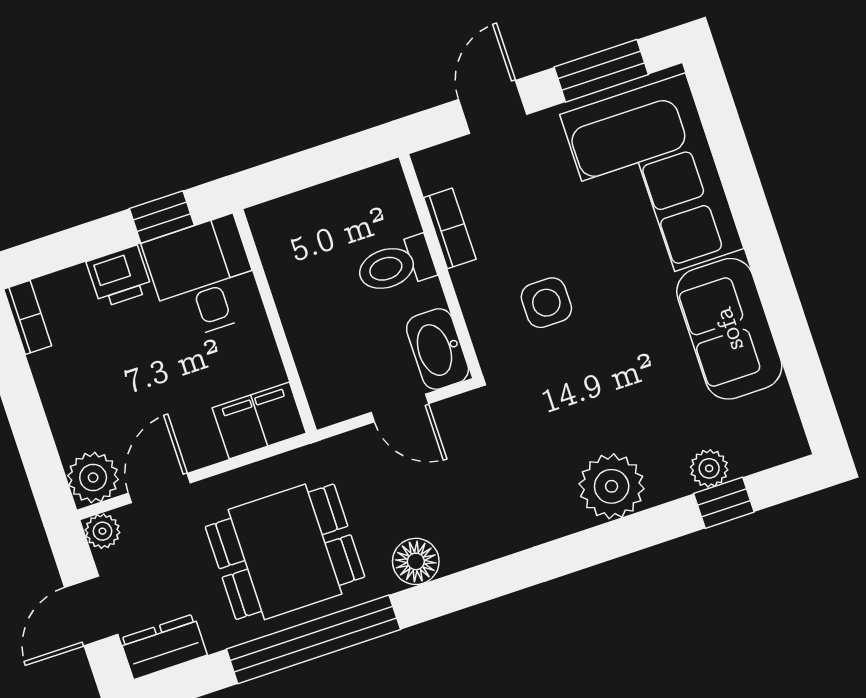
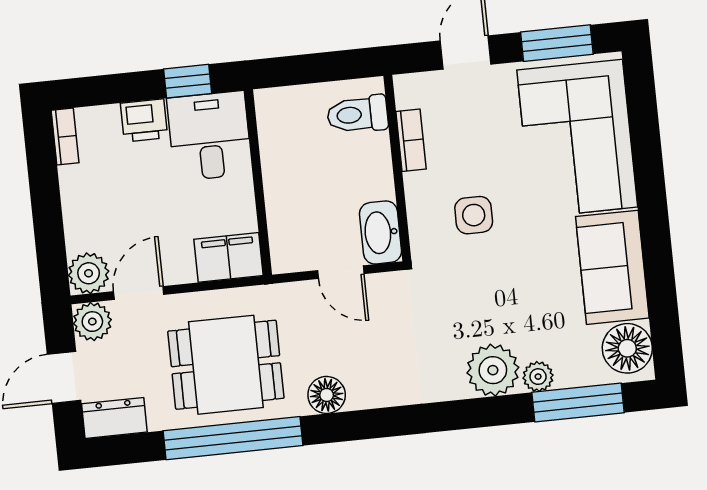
toilet: (396, 265) -> (357, 114), moved
floor lamp: (769, 423) -> (627, 348), added
plant: (709, 468) -> (538, 377), moved
window: (724, 503) -> (578, 402), width x2.17
plant: (102, 531) -> (92, 322), width x1.38, depth x1.38

